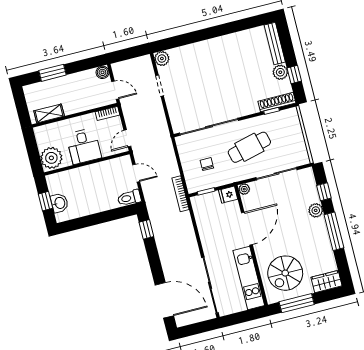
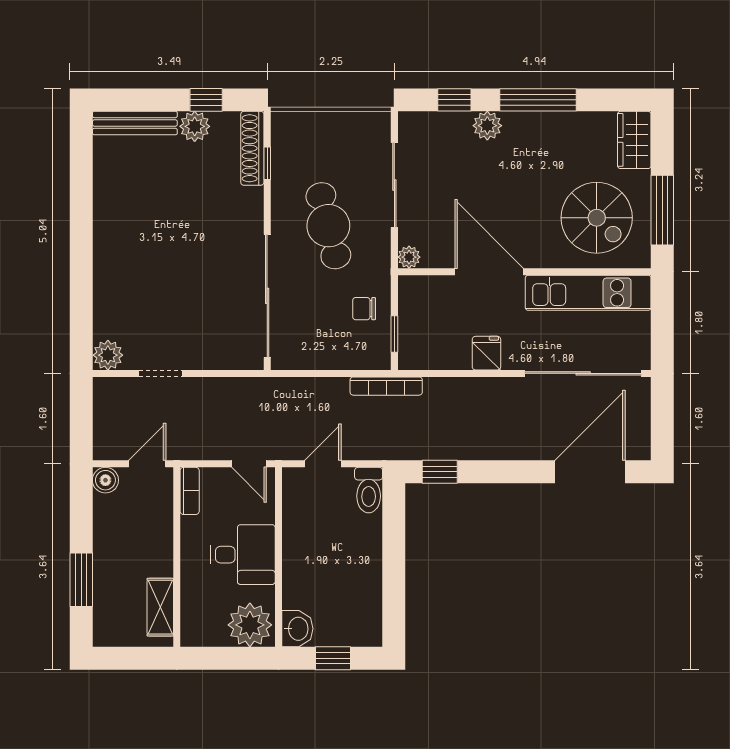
chair: (207, 164) -> (364, 309), moved
fridge: (228, 195) -> (486, 353), moved, turned 180
washbasin: (59, 203) -> (297, 629), moved, turned 90

